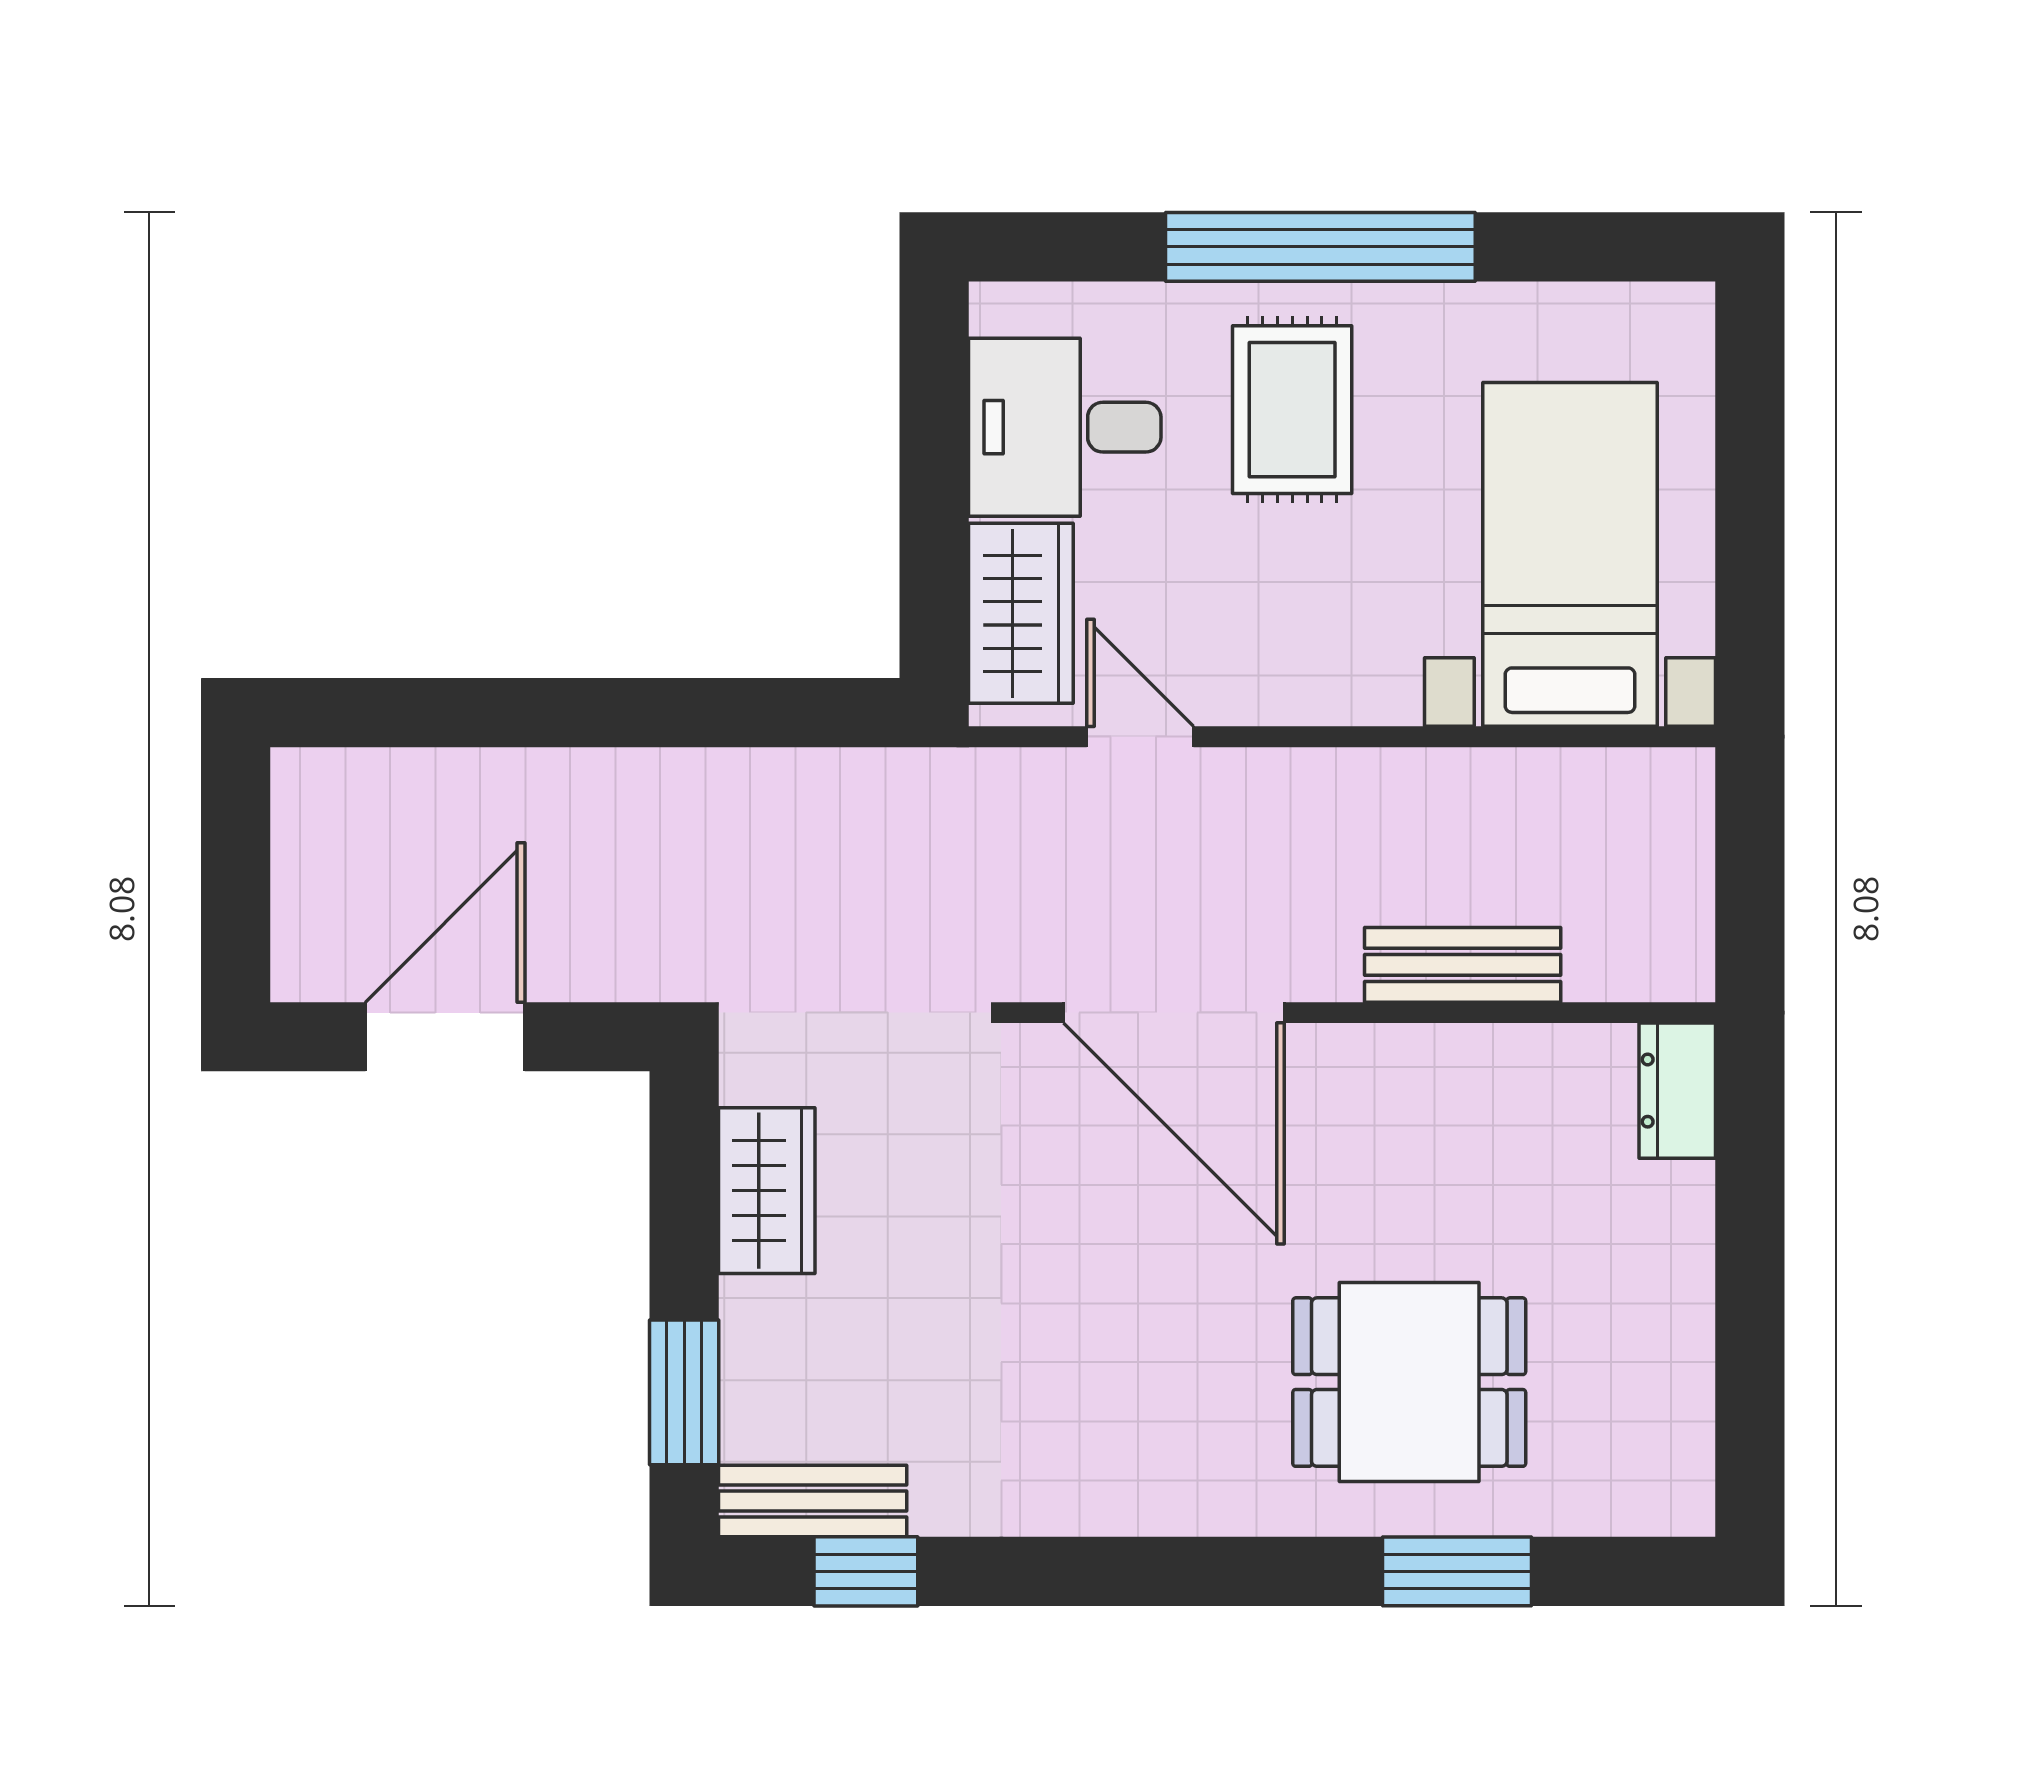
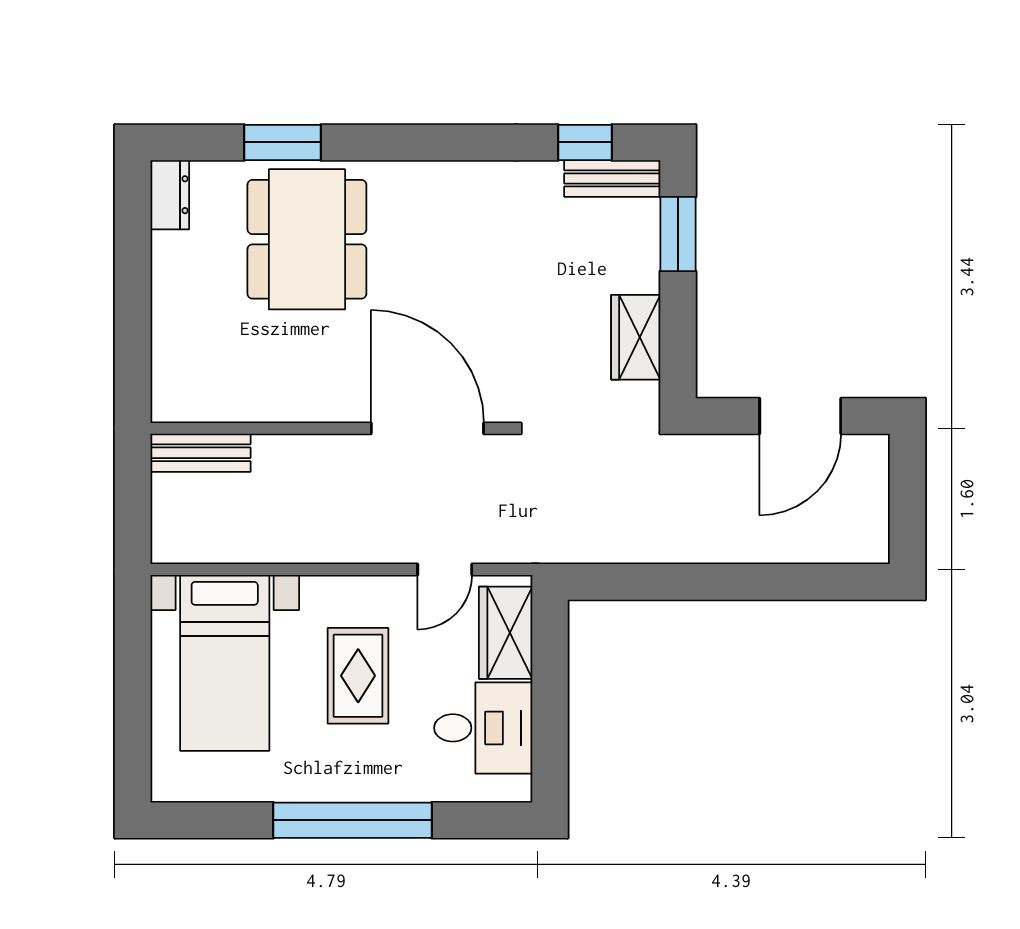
rug: (1292, 410) -> (358, 676), moved
door: (1140, 737) -> (445, 570), hinge flipped
bench: (1463, 965) -> (200, 453), moved
dresser: (1677, 1091) -> (170, 195), moved
dining table: (1409, 1382) -> (307, 239), width x1.38

